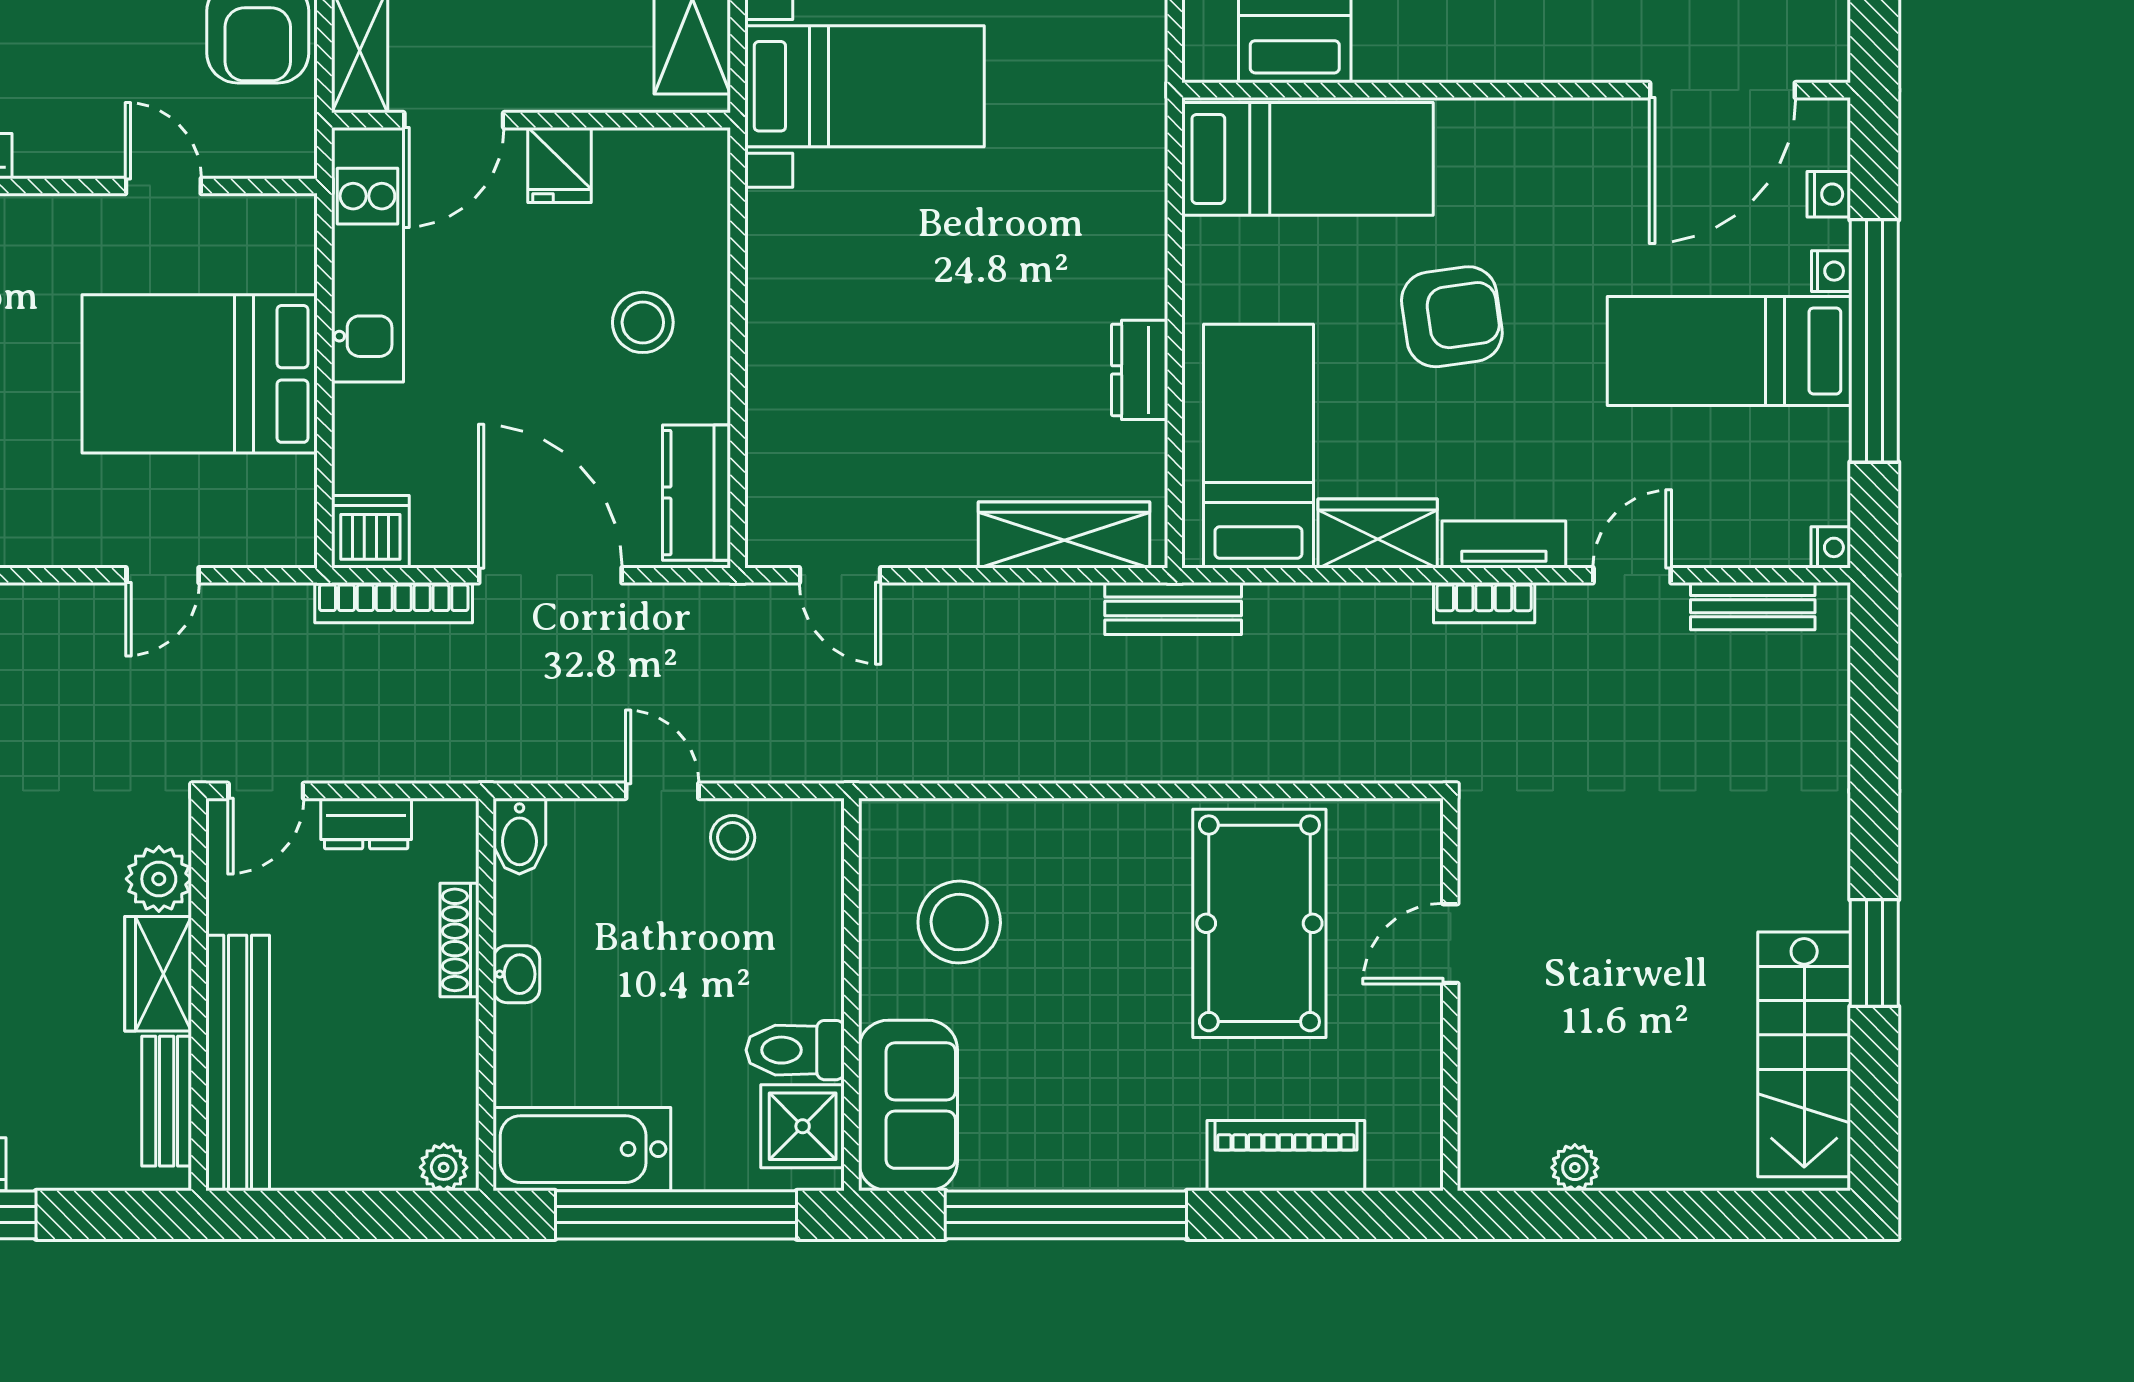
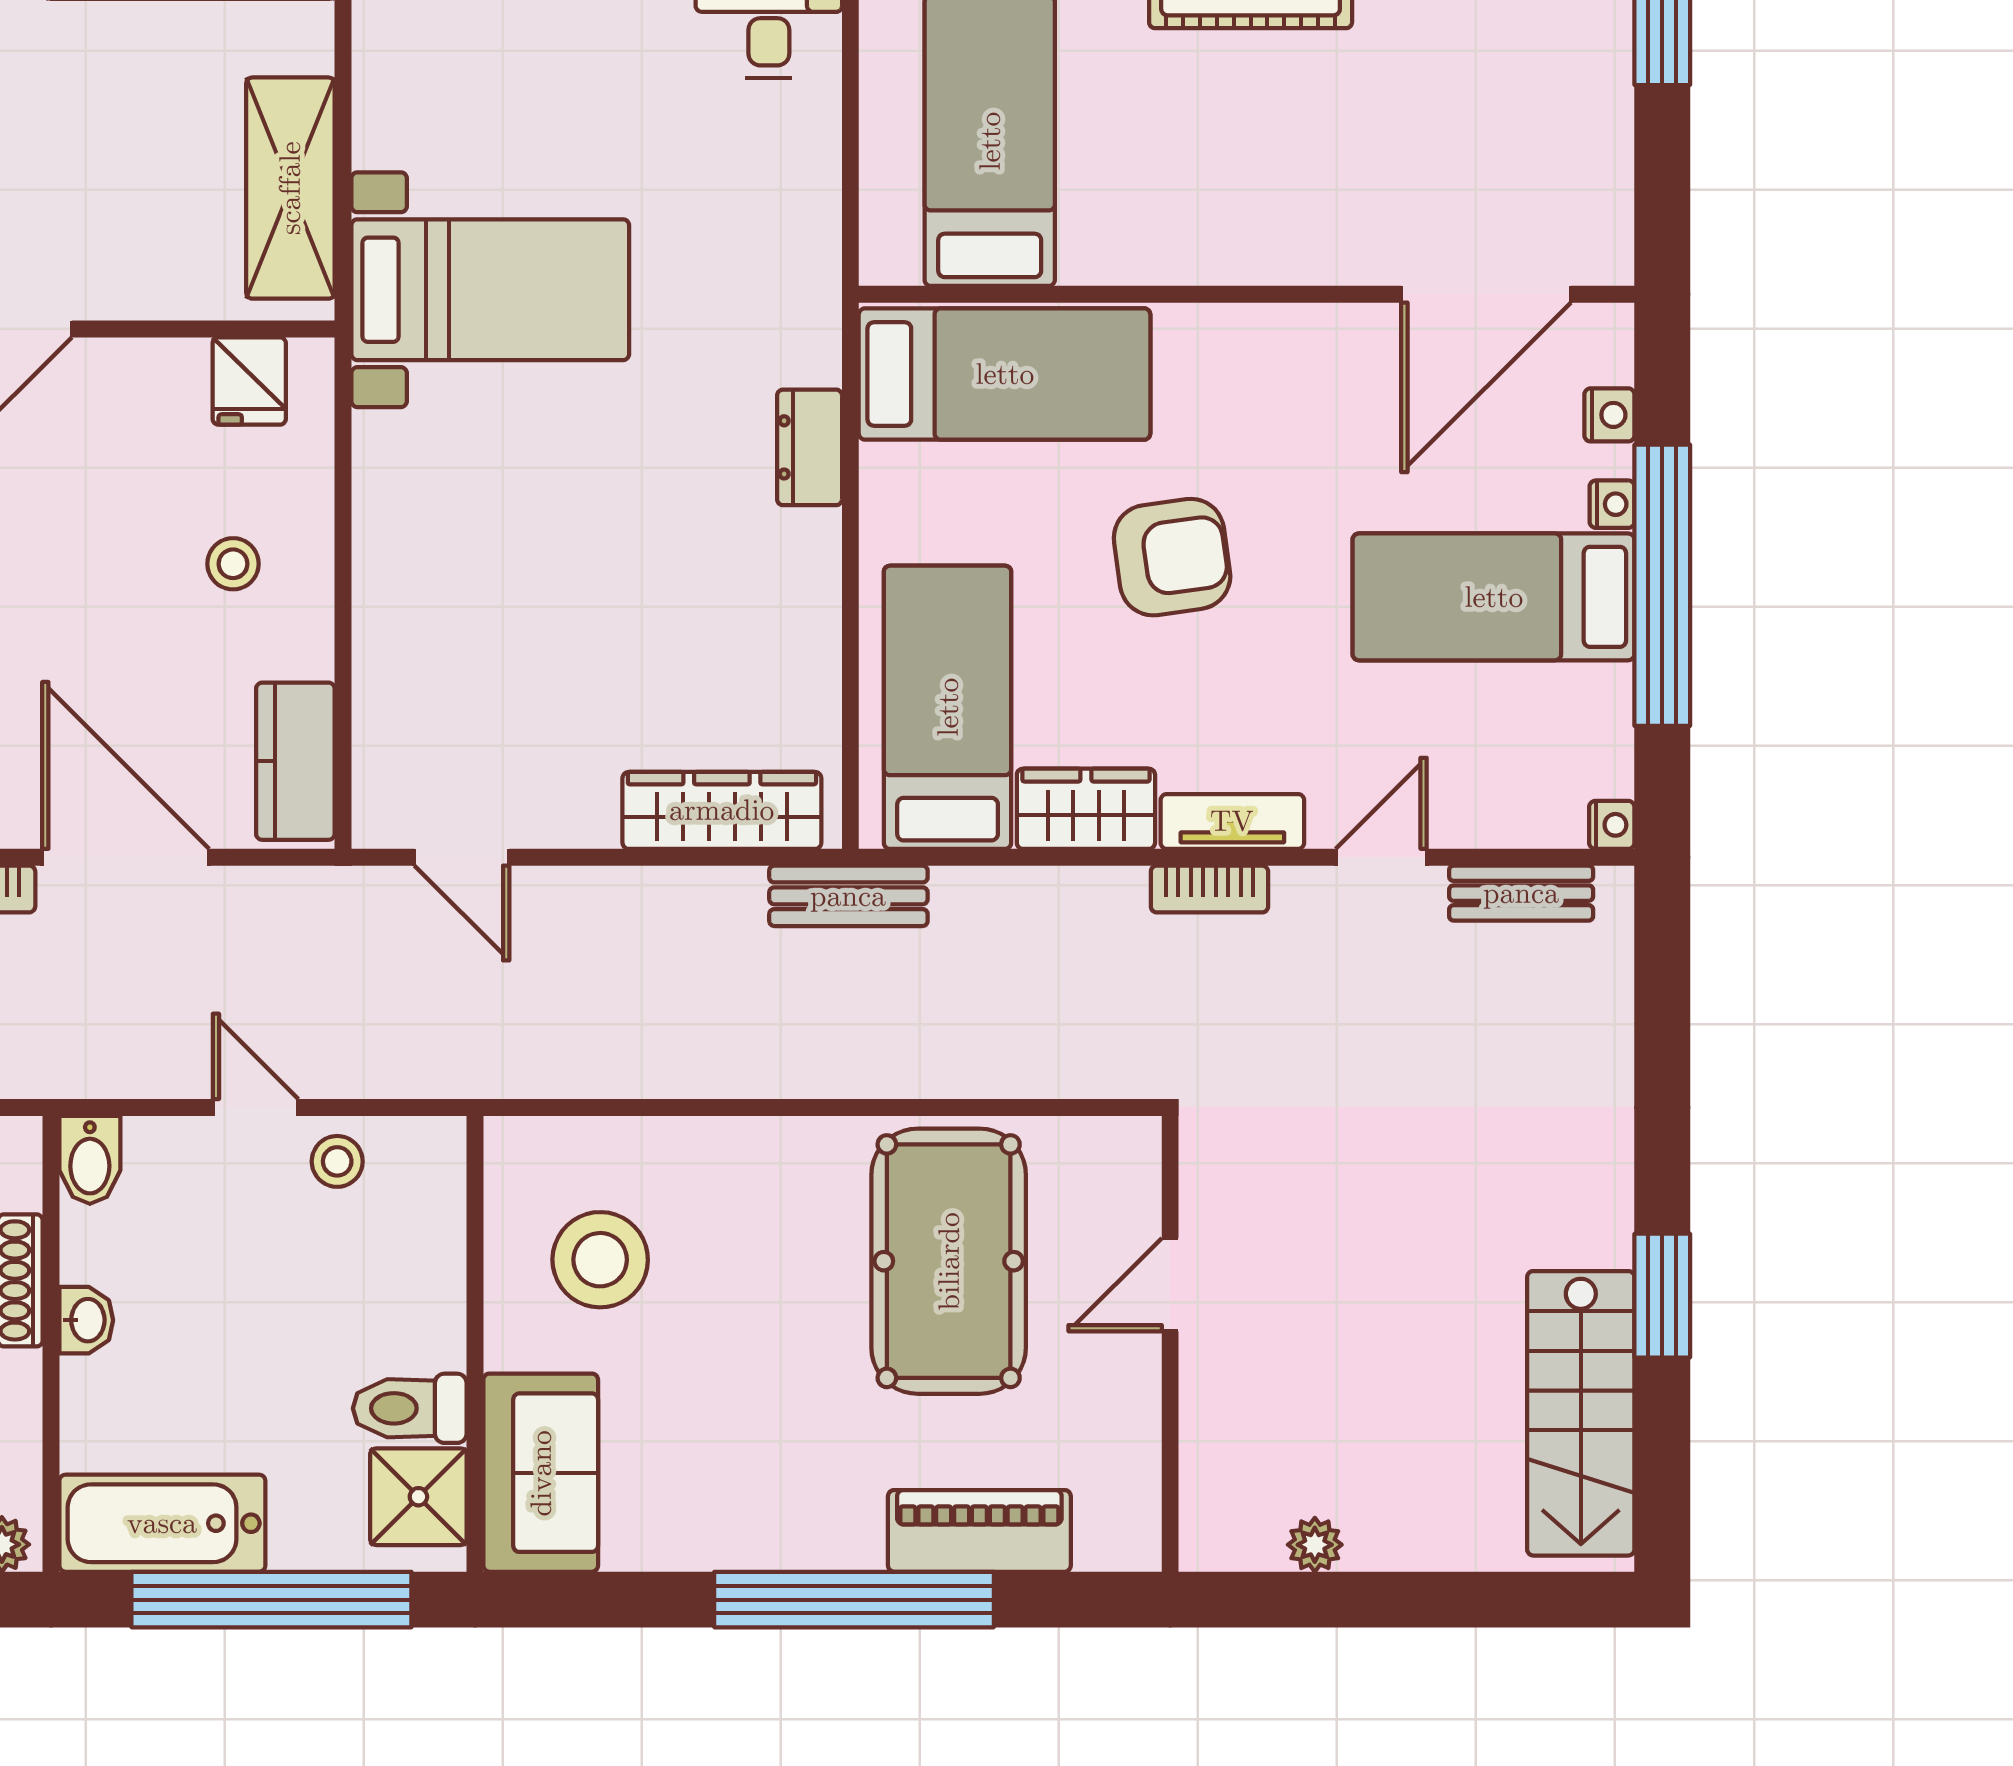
fridge: (559, 165) -> (249, 381), moved
stool: (643, 322) -> (233, 564), width x0.73, depth x0.73
dresser: (1140, 370) -> (810, 447), moved
window: (1066, 1215) -> (854, 1600), moved

